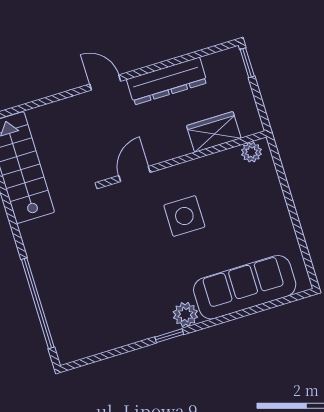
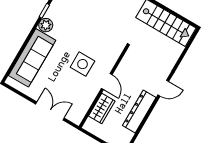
plant: (251, 152) -> (79, 114), removed
door: (134, 174) -> (107, 82), moved
double door: (287, 193) -> (50, 111), added

